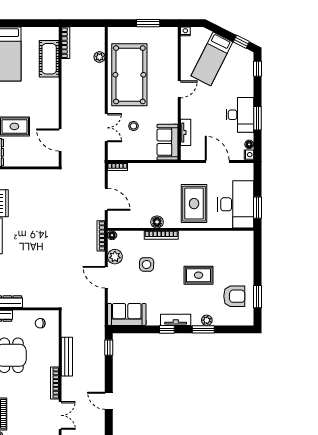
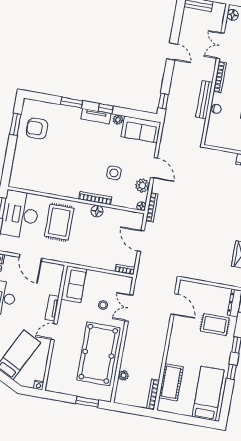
window: (148, 23) -> (87, 402), moved
tv unit: (186, 132) -> (52, 308), moved
rug: (199, 275) -> (67, 154), removed
plant: (207, 320) -> (118, 120), moved
chair: (40, 323) -> (217, 109), moved

